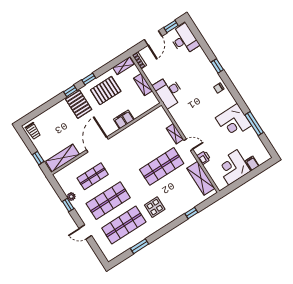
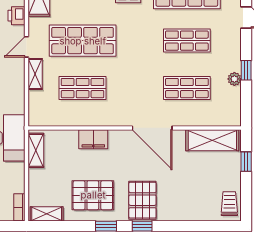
shelving: (143, 85) -> (36, 150), moved
shop shelf: (146, 142) -> (83, 88), added
door: (97, 144) -> (152, 128), hinge flipped
door: (188, 145) -> (26, 47), hinge flipped
shop shelf: (108, 201) -> (187, 41), width x0.70, depth x0.74

